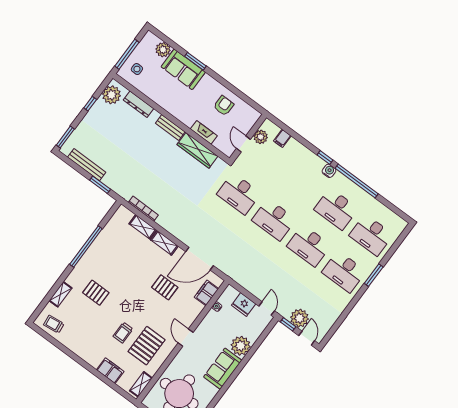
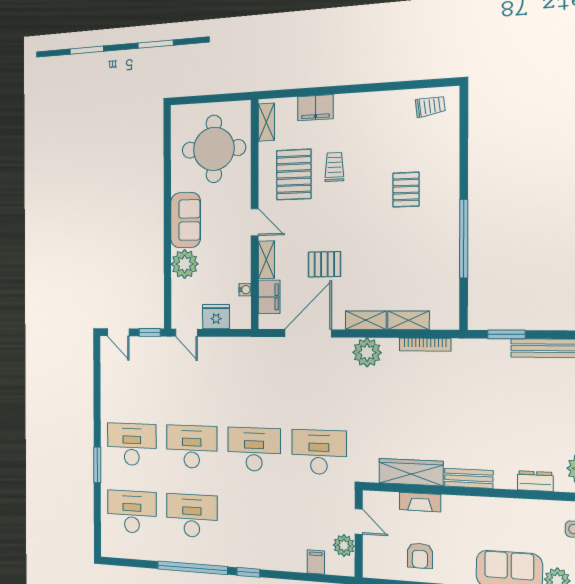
dresser: (138, 104) -> (535, 481), width x0.70
water cooler: (329, 171) -> (232, 558), removed
pallet: (96, 293) -> (406, 190), turned 90
shelving: (60, 294) -> (266, 260), moved
plant: (299, 318) -> (367, 352), moved

